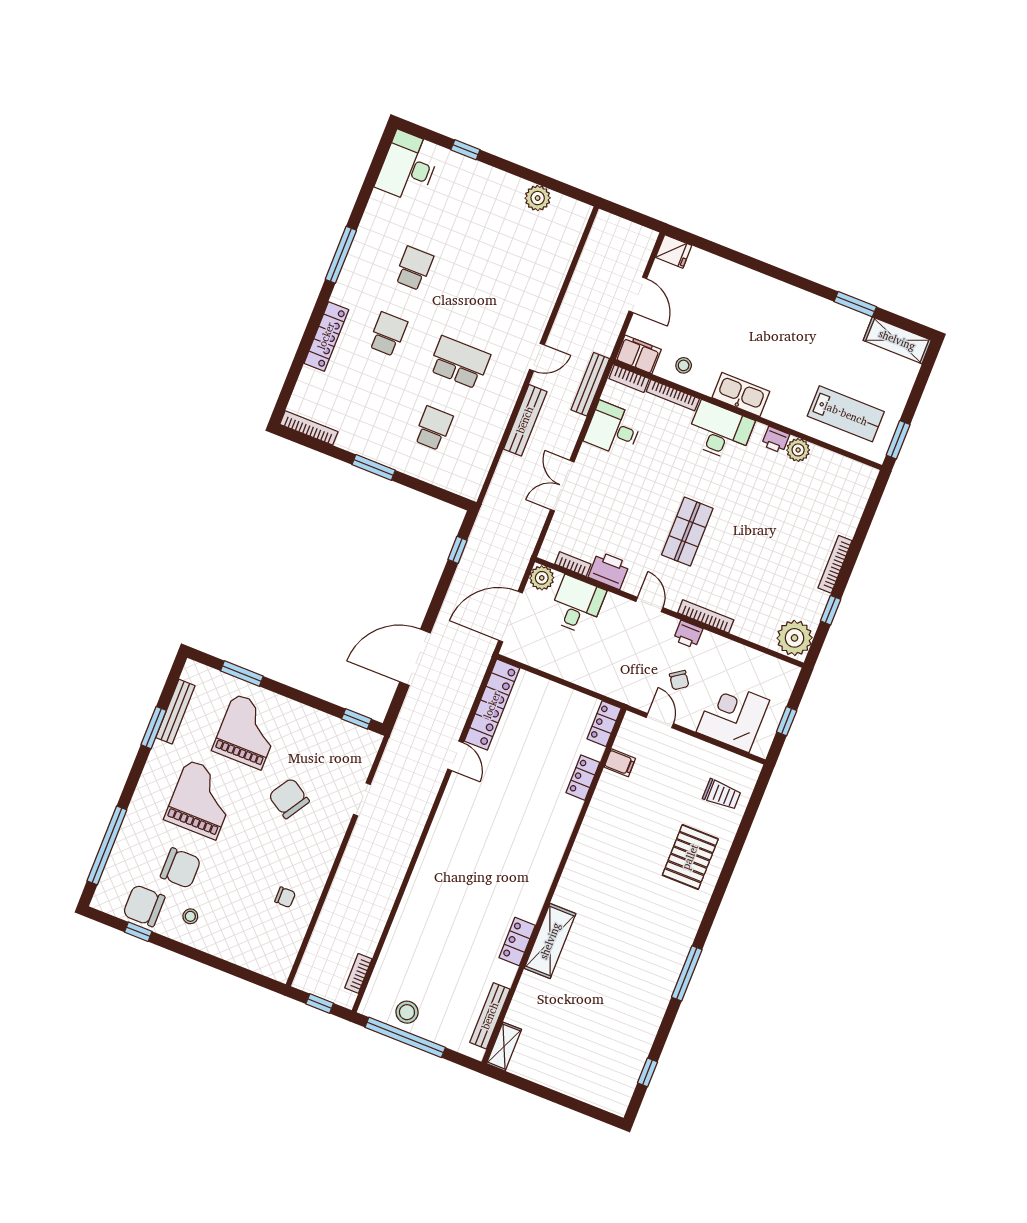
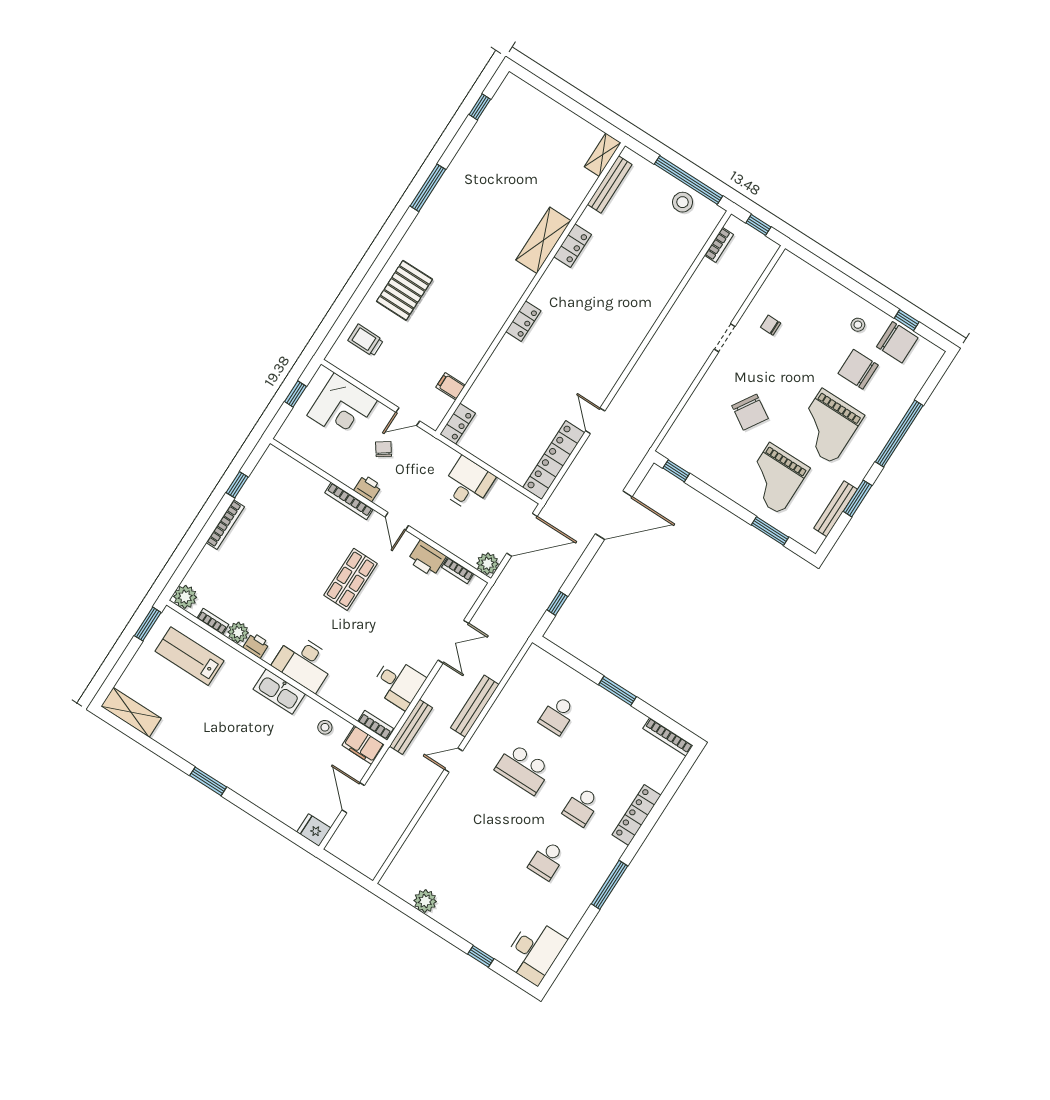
window: (855, 304) -> (208, 781), moved
bookcase: (673, 395) -> (213, 621), moved, width x0.64
desk: (577, 605) -> (467, 484), moved, turned 180
plant: (795, 638) -> (185, 597), moved, width x0.73, depth x0.73
door: (660, 721) -> (408, 417), hinge flipped
locker: (583, 778) -> (523, 321), moved
doorway: (362, 799) -> (725, 338), moved
window: (107, 845) -> (899, 434), moved

